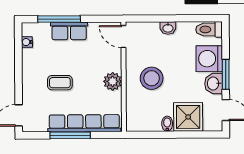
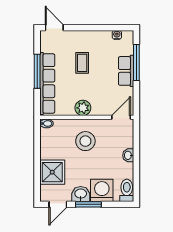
bidet: (167, 124) -> (47, 123), moved

